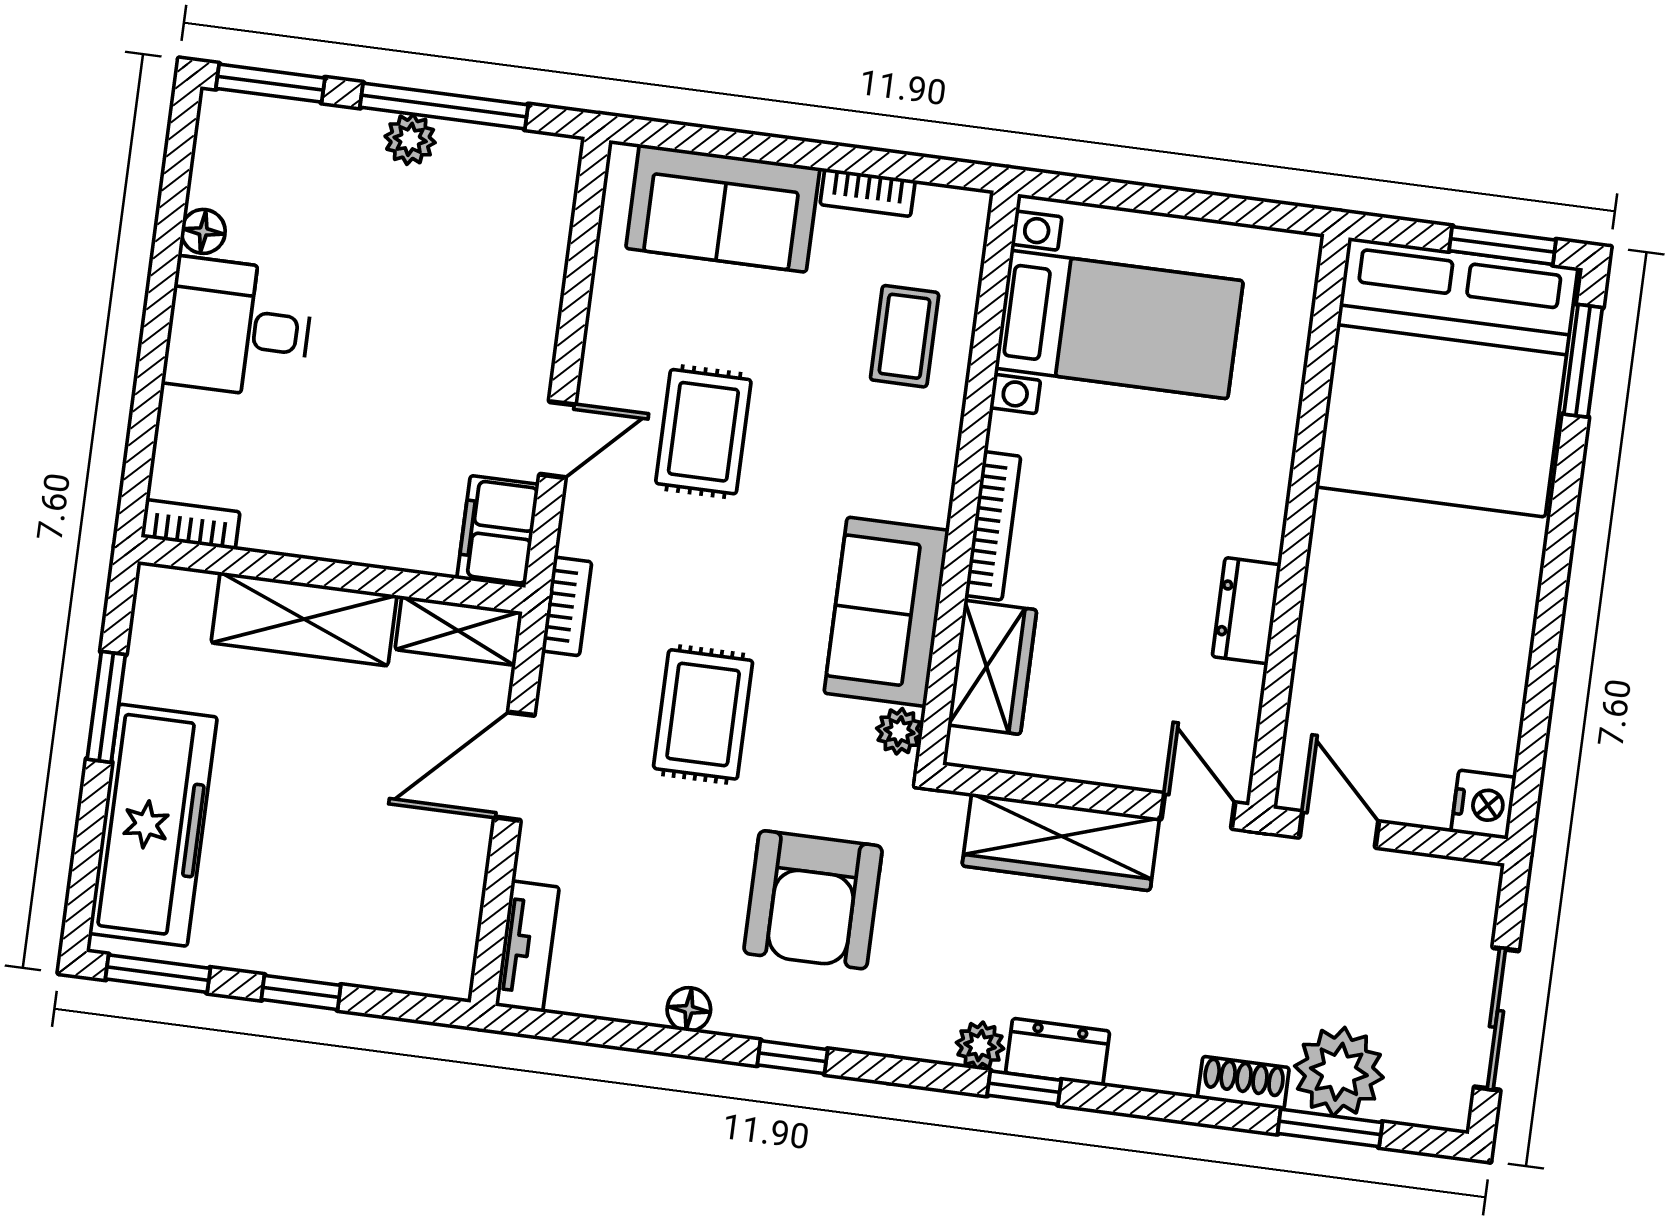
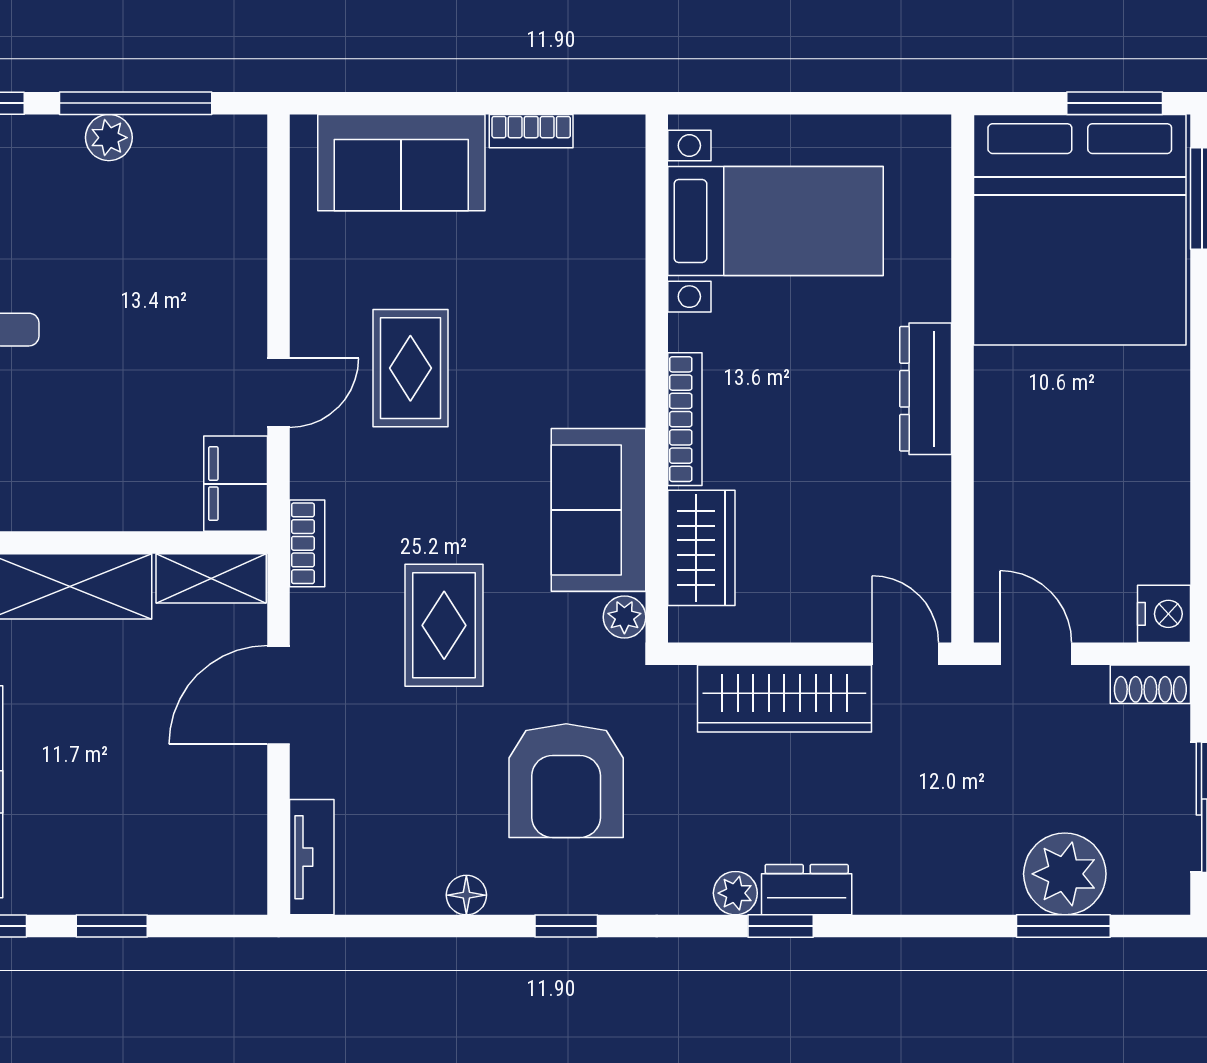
coffee table: (905, 336) -> (582, 257), removed
dresser: (1247, 611) -> (926, 389), moved, width x1.44
shoe rack: (1243, 1083) -> (1150, 684), moved, turned 180

